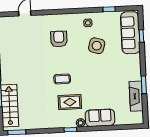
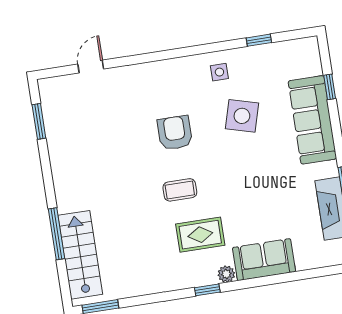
sofa: (130, 33) -> (312, 120), moved
armchair: (59, 39) -> (175, 133), moved

